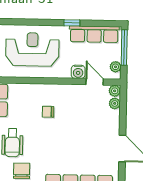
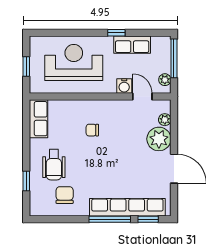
row of seats: (94, 34) -> (132, 45), width x0.68
plant: (115, 91) -> (159, 139), moved, width x1.88, depth x1.88

